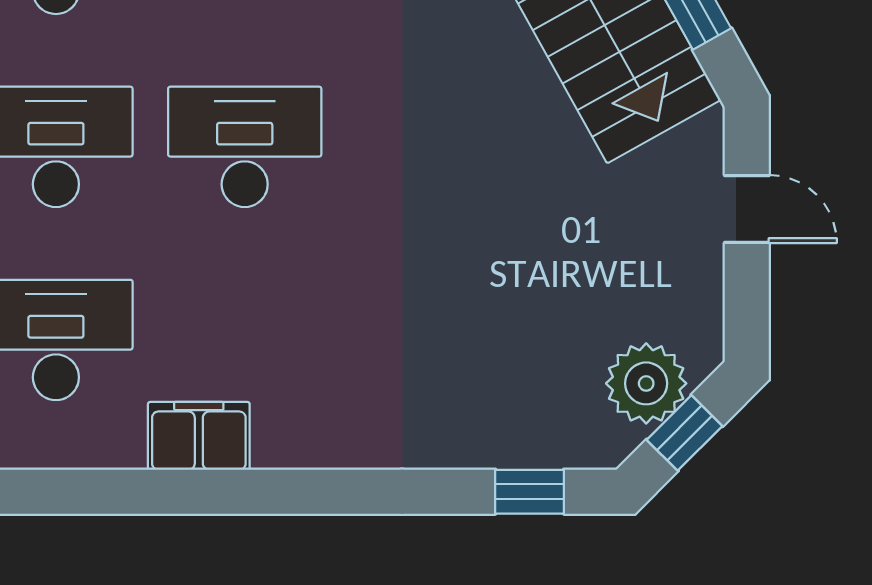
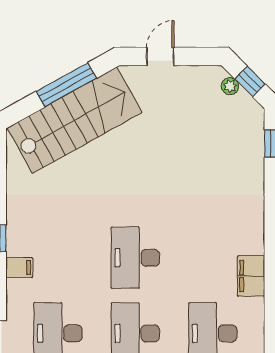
plant: (646, 383) -> (230, 86), width x0.53, depth x0.53

